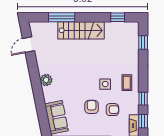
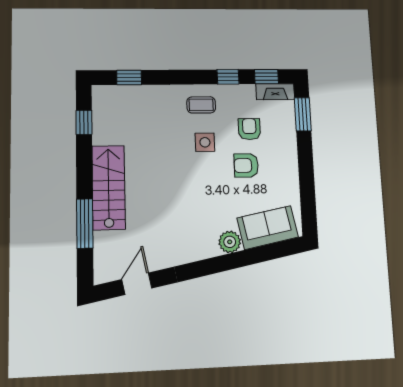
door: (29, 45) -> (137, 284), swing flipped
plant: (46, 80) -> (230, 242), moved

